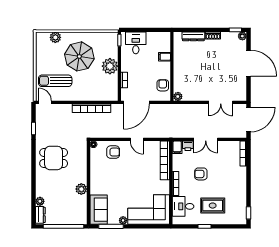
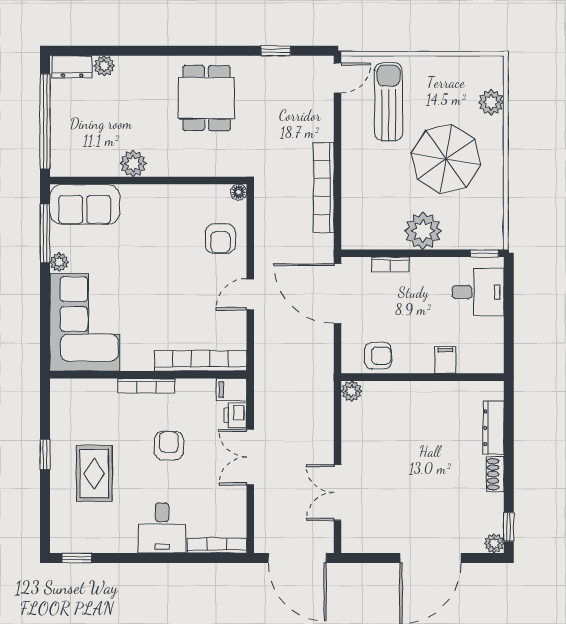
desk: (183, 206) -> (162, 528), moved, turned 180

